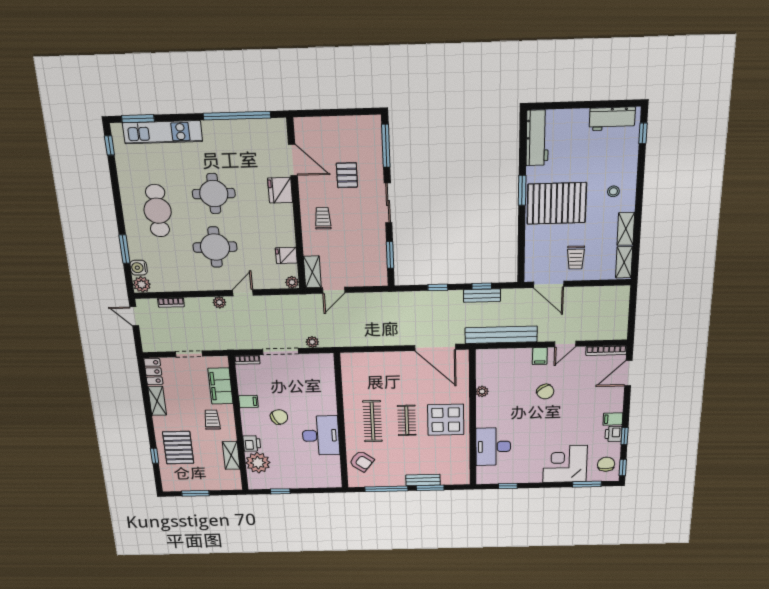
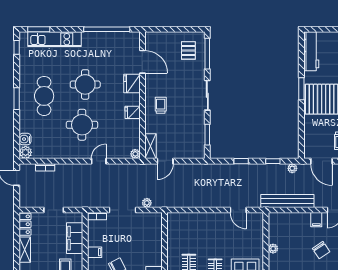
pallet: (347, 175) -> (188, 50), moved
window: (124, 249) -> (17, 99), moved
fridge: (286, 255) -> (133, 112), moved
bench: (482, 296) -> (273, 169), removed
plant: (219, 302) -> (292, 168), moved
door: (435, 347) -> (238, 210), width x0.53

